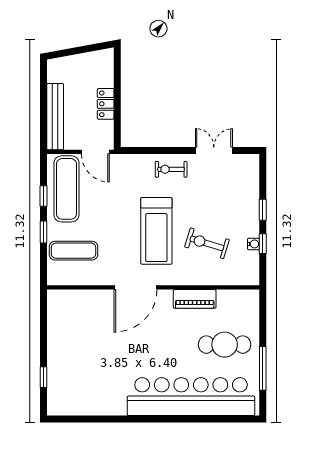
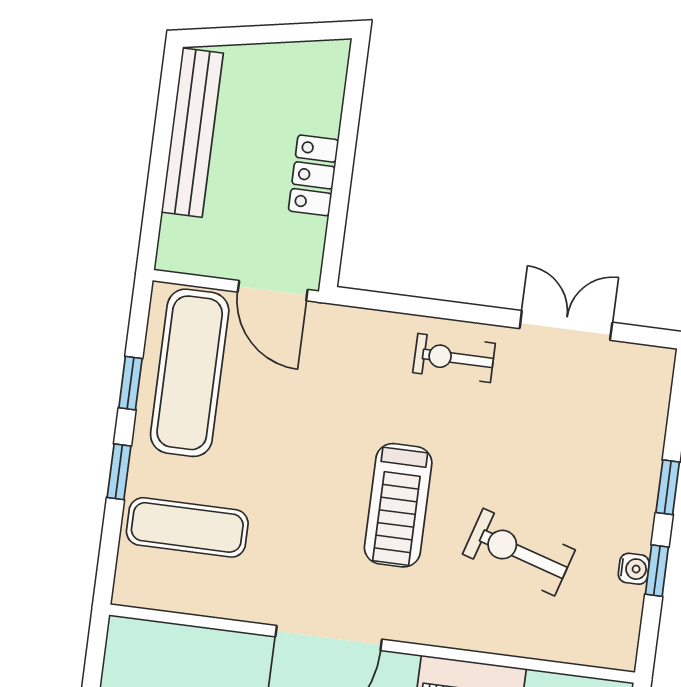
bench: (55, 117) -> (192, 133), moved
treadmill: (156, 231) -> (398, 505), width x0.73, depth x0.73

